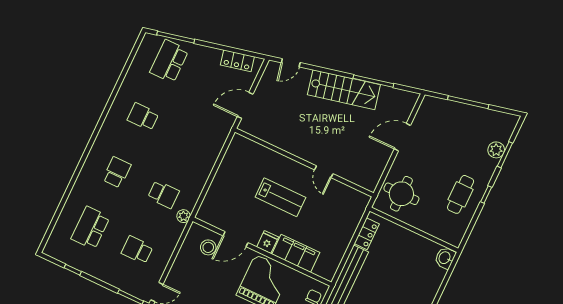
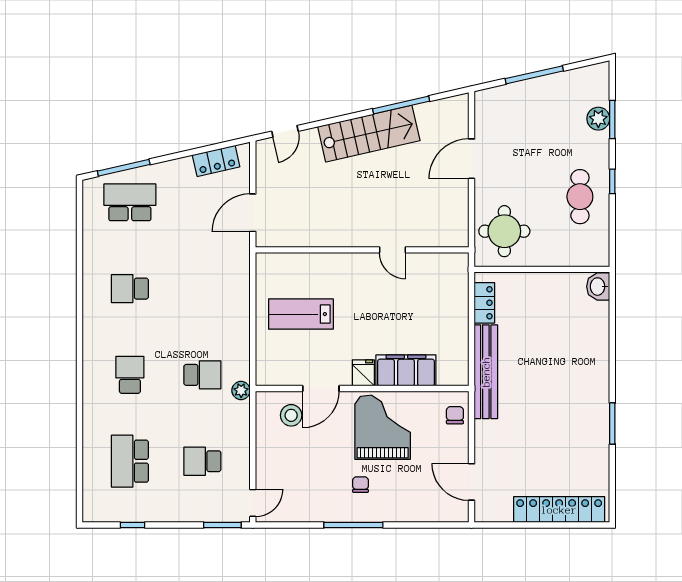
school desk: (169, 61) -> (130, 202), turned 90
lab bench: (280, 197) -> (301, 314), moved, turned 180

